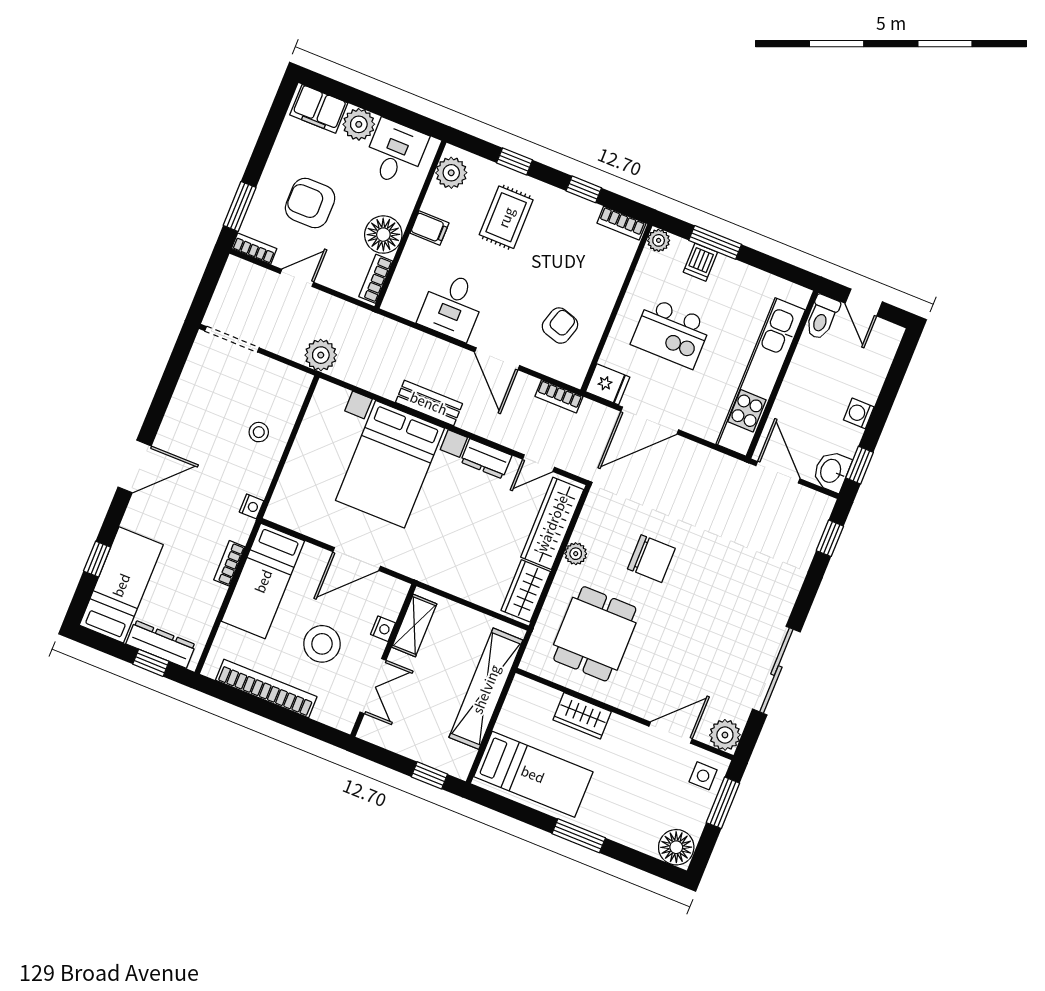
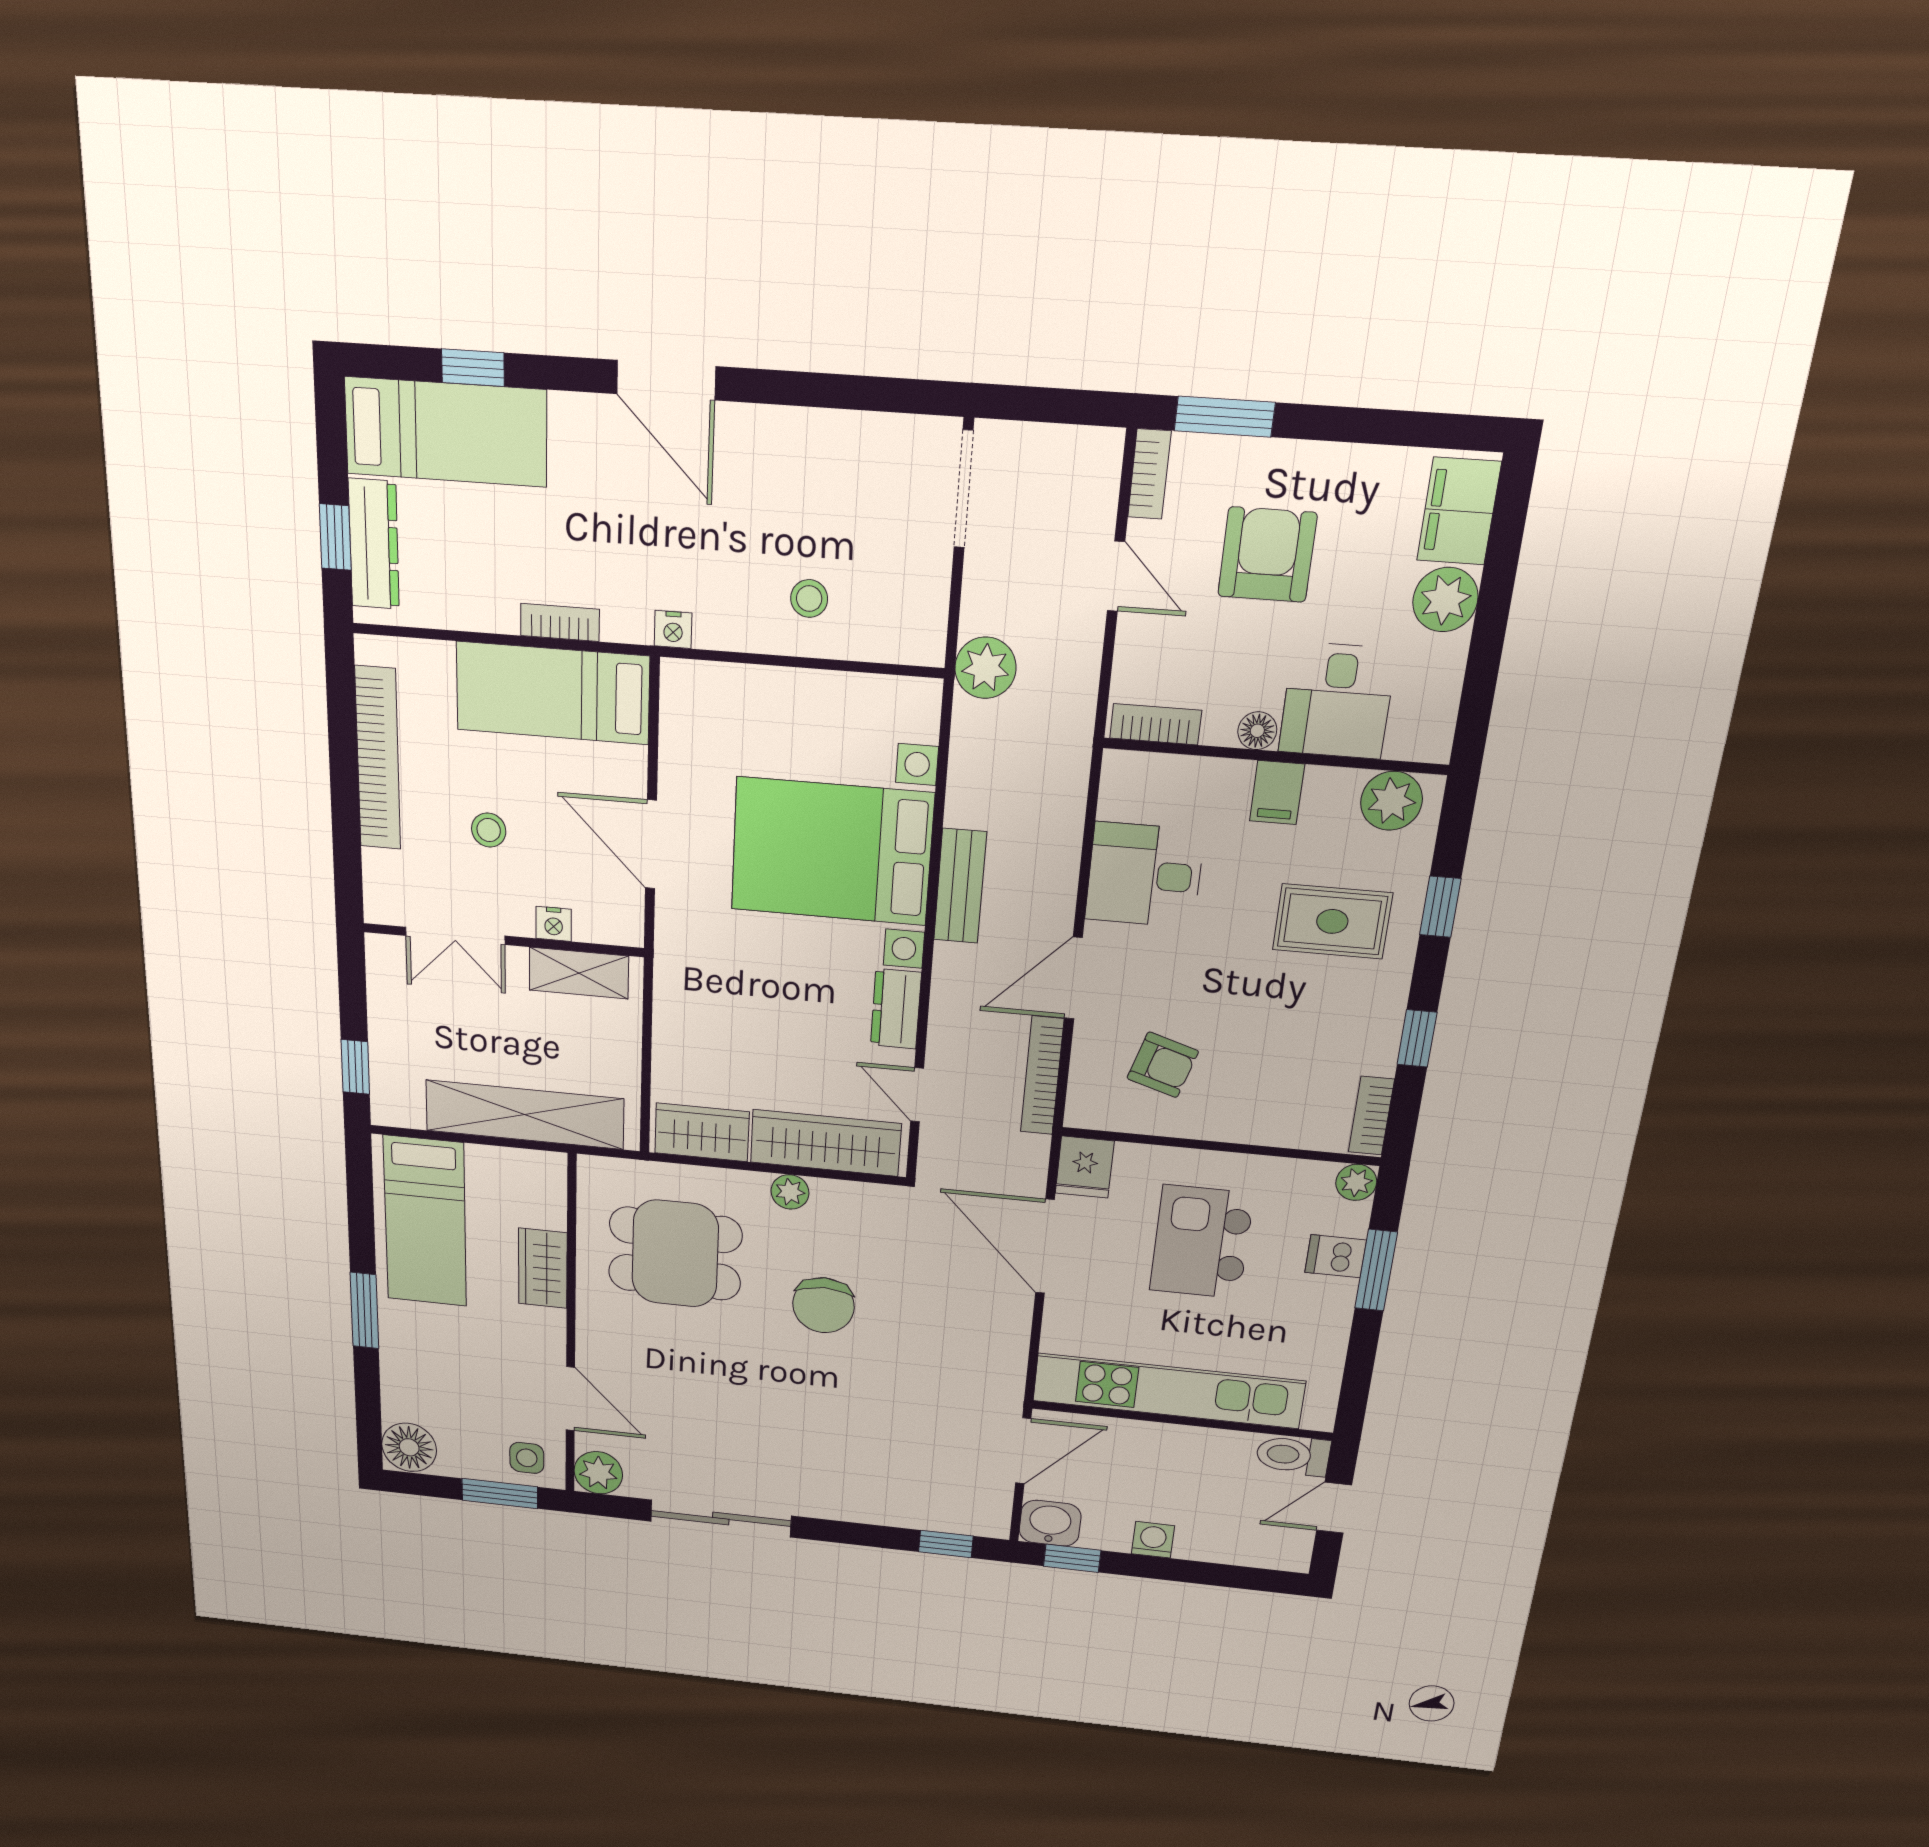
desk: (395, 153) -> (1337, 701), moved, turned 90
floor lamp: (383, 235) -> (1257, 731), width x0.53, depth x0.53
bookcase: (559, 396) -> (1042, 1076), width x1.56
stool: (322, 644) -> (489, 830), width x0.53, depth x0.53

